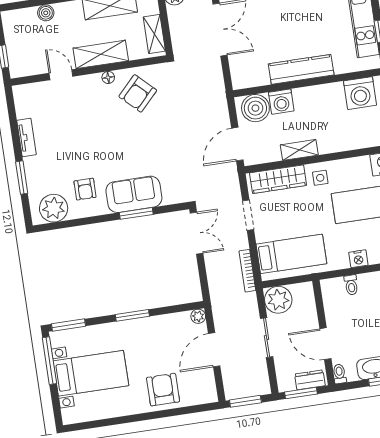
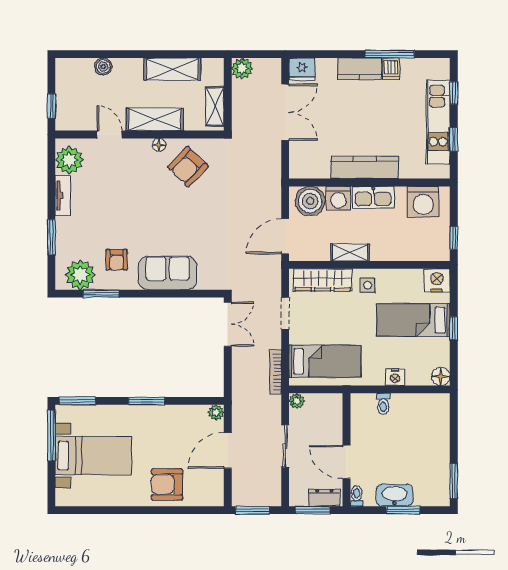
kitchen sink: (313, 96) -> (373, 197), added
plant: (27, 104) -> (69, 160), added
window: (136, 213) -> (101, 294), moved
plant: (278, 300) -> (297, 401), width x0.53, depth x0.53
armchair: (163, 390) -> (167, 484), turned -90

